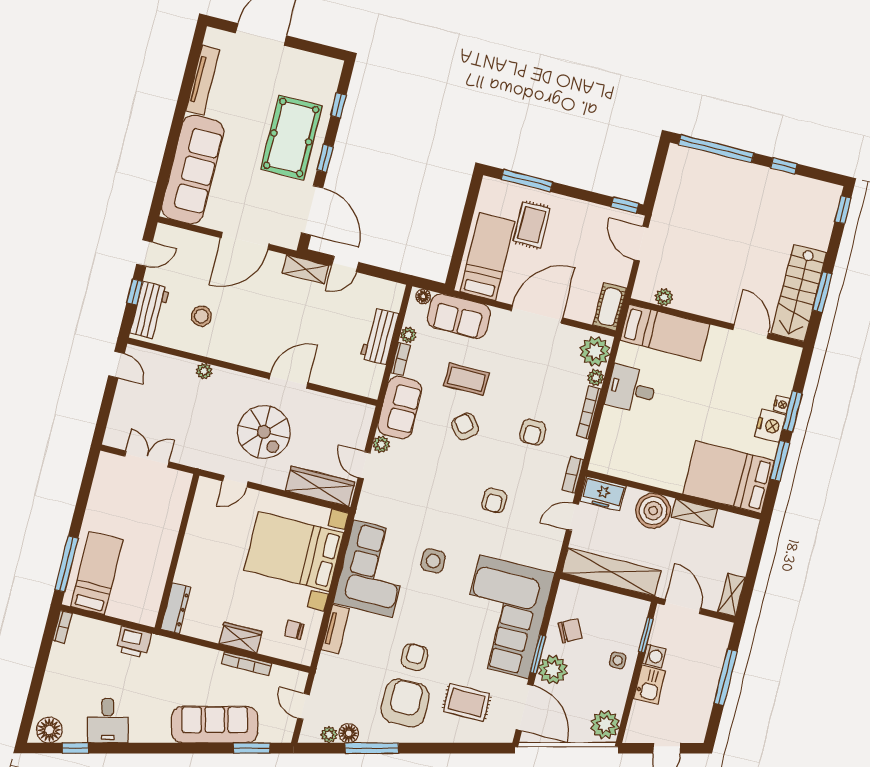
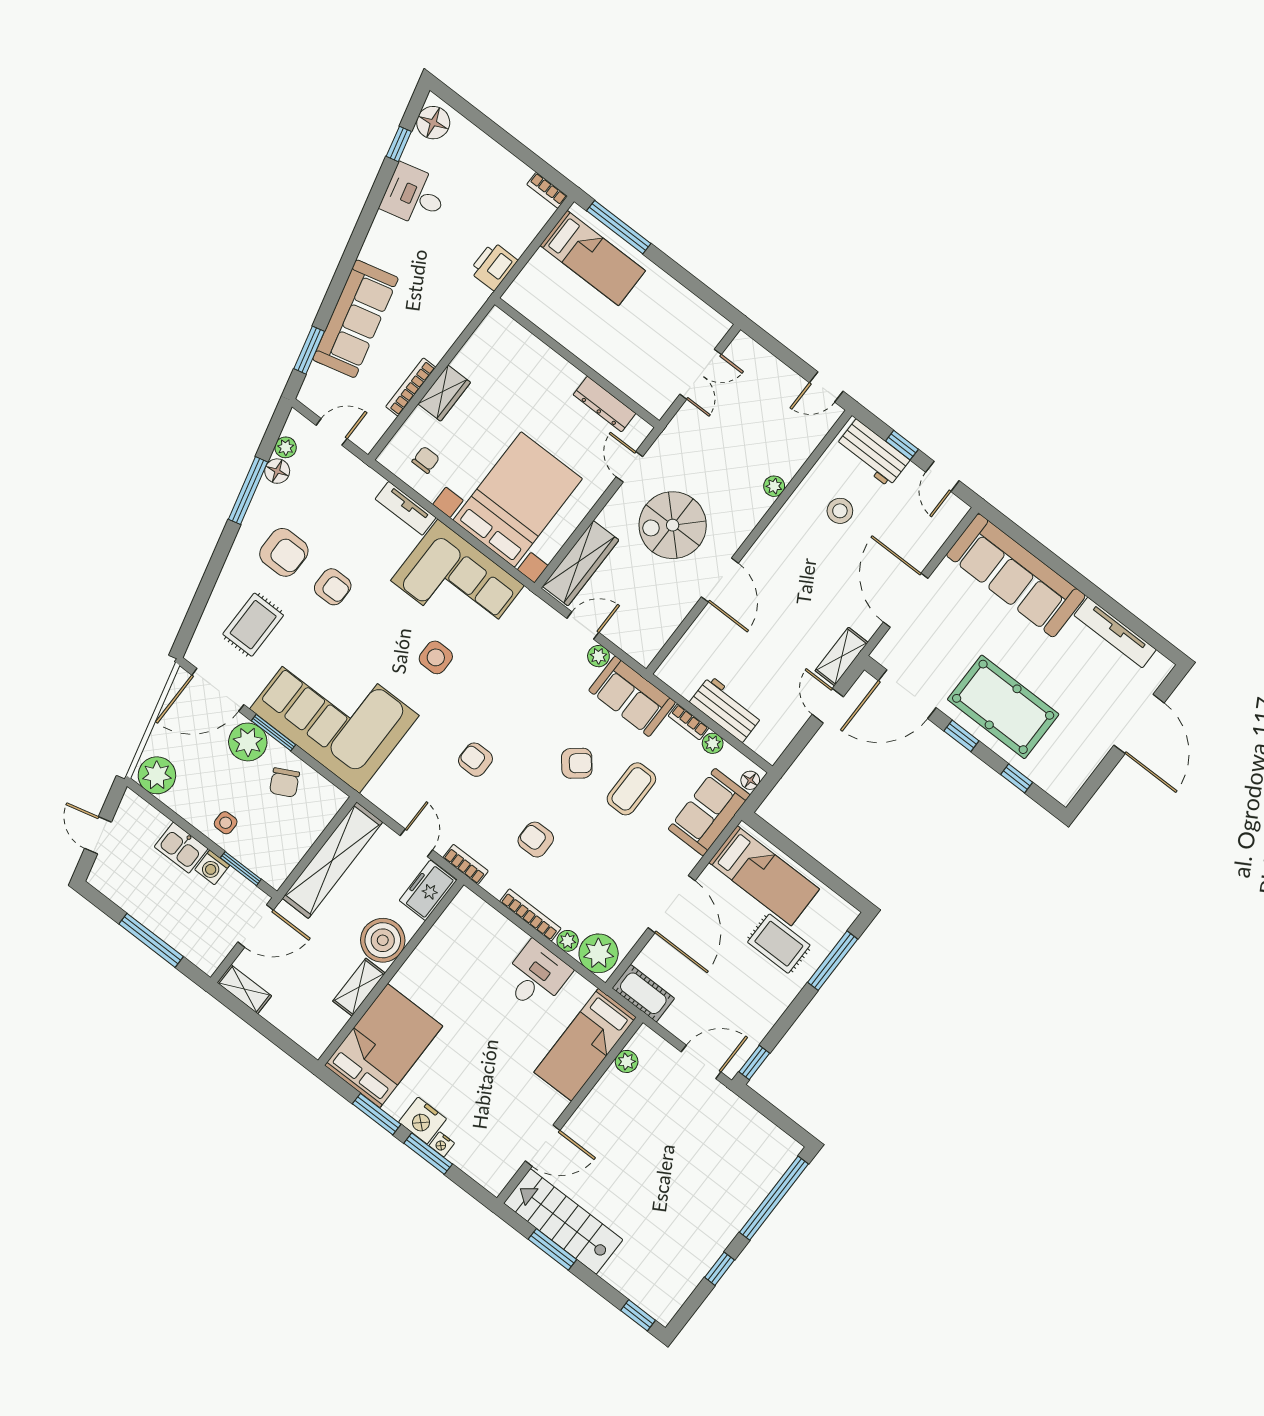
dresser: (176, 608) -> (604, 404), moved
armchair: (405, 703) -> (284, 552), width x0.73, depth x0.73

